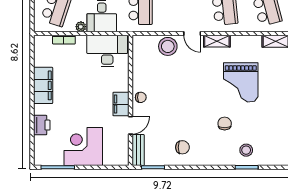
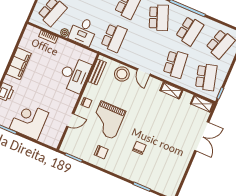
shelving: (217, 41) -> (171, 91), moved
desk: (107, 51) -> (74, 75), moved, turned 90
grand piano: (241, 82) -> (108, 120), moved
filing cabinet: (121, 104) -> (70, 101), removed
bench: (138, 150) -> (97, 72), moved
stool: (246, 150) -> (147, 174), removed

